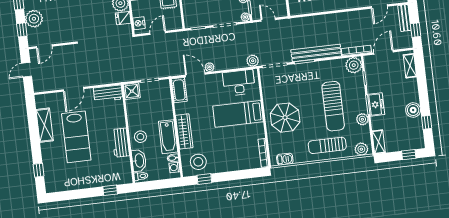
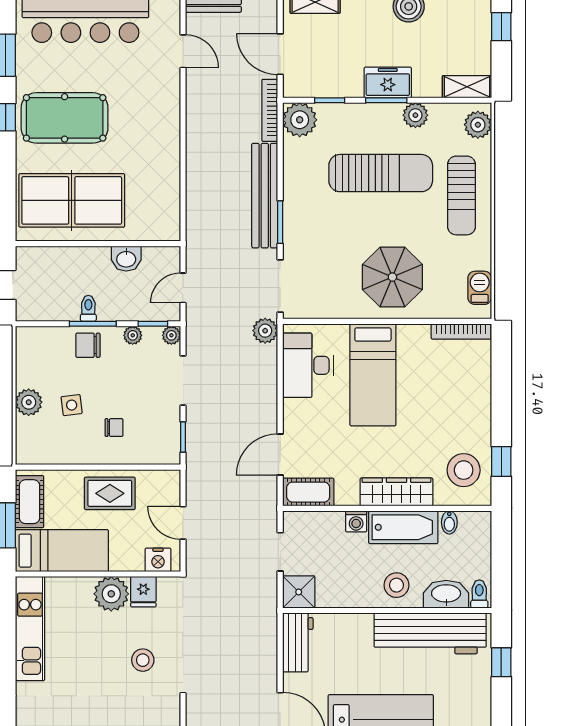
stool: (91, 22) -> (143, 660), added
plant: (210, 67) -> (268, 423), removed
workbench: (121, 143) -> (430, 633), width x1.87, depth x1.32
washing machine: (175, 168) -> (356, 521), moved

